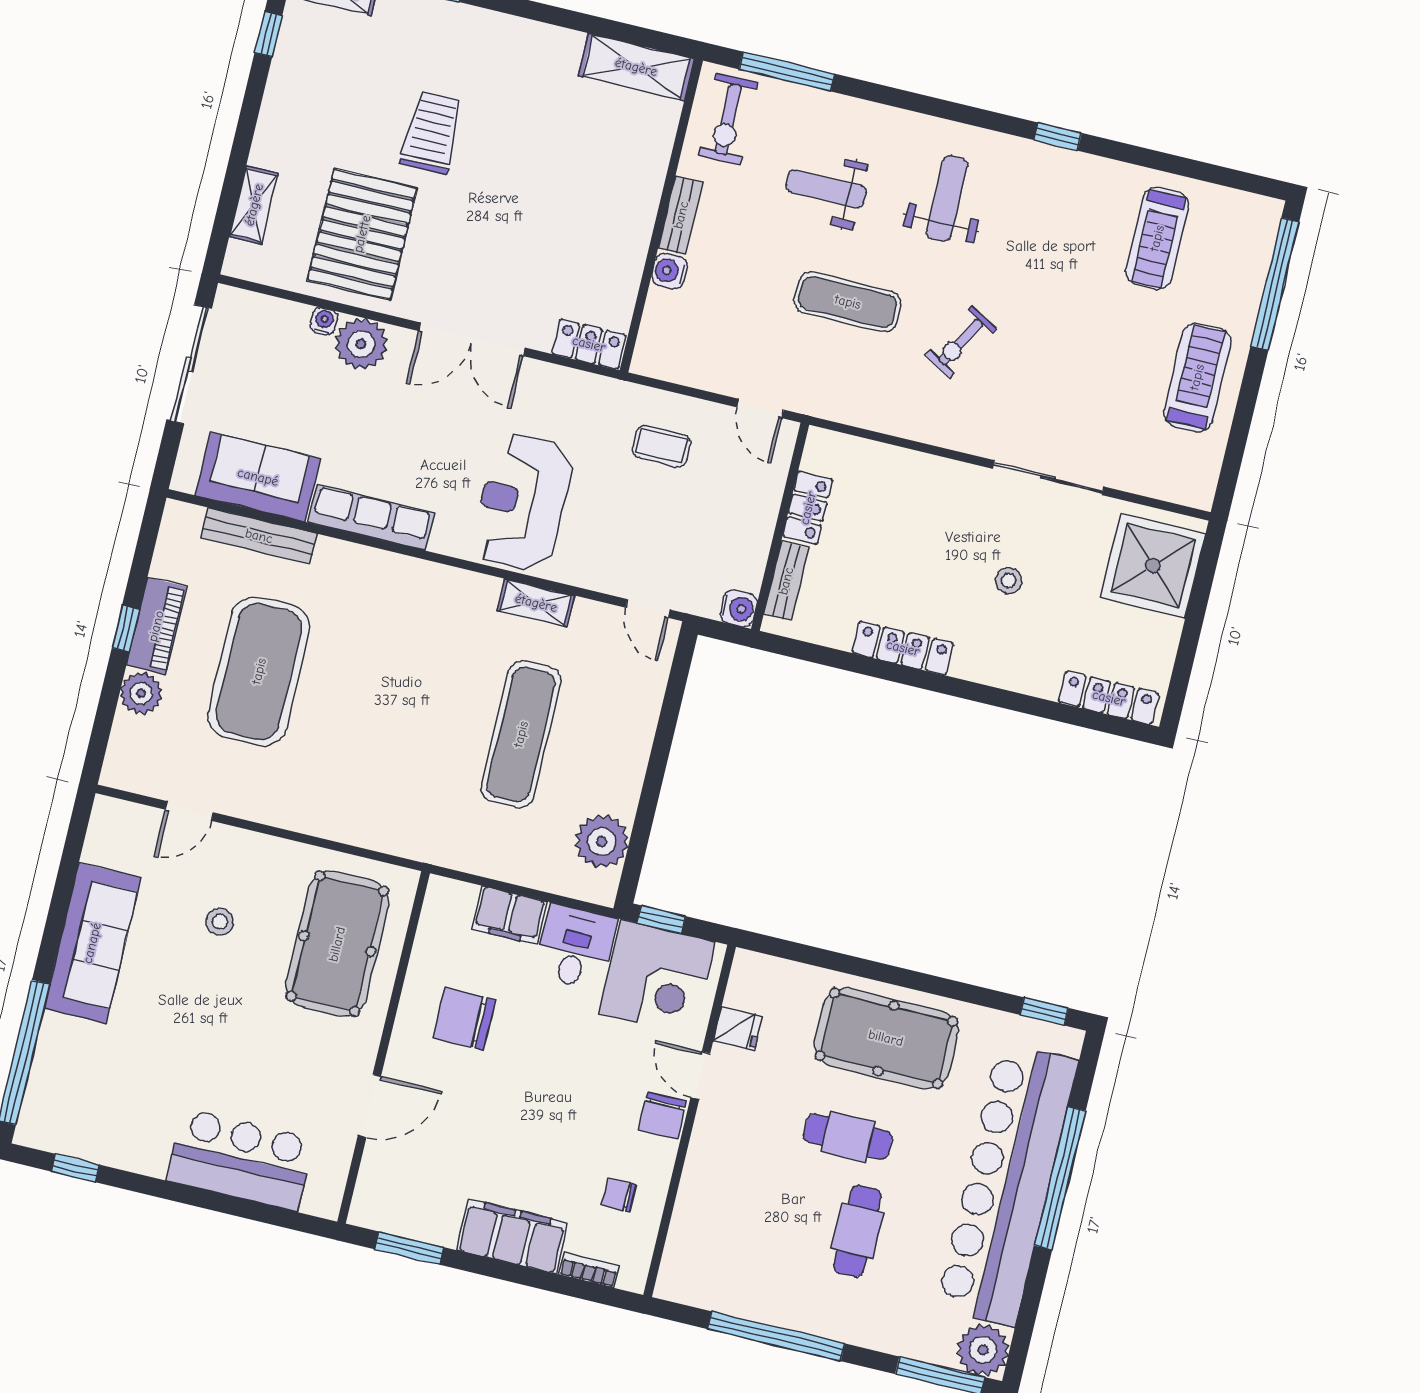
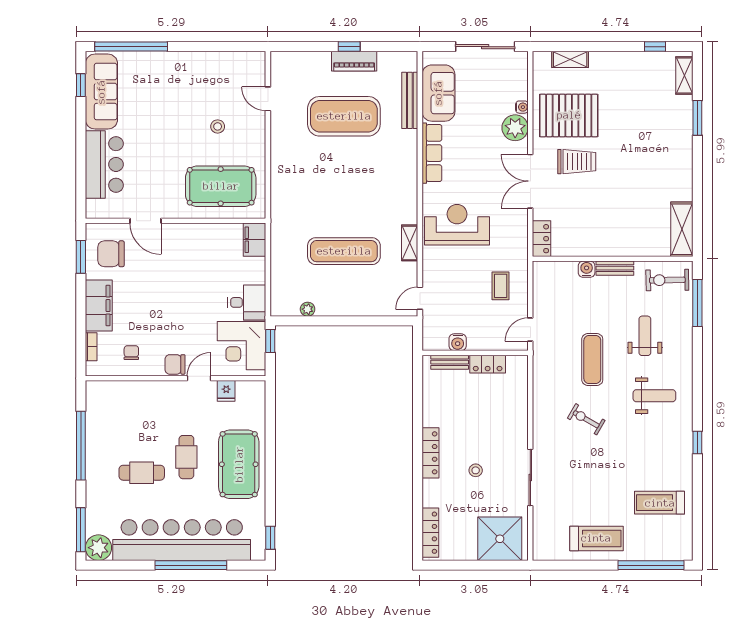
trolley: (431, 133) -> (577, 162), moved
water cooler: (739, 608) -> (458, 342), moved
locker: (903, 648) -> (430, 453), moved
plant: (141, 693) -> (320, 62), removed
plant: (602, 841) -> (308, 309), width x0.53, depth x0.53
filing cabinet: (509, 915) -> (255, 240), moved
sofa: (92, 943) -> (101, 92), moved, turned -90
chair: (464, 1019) -> (111, 254), moved, turned -90

